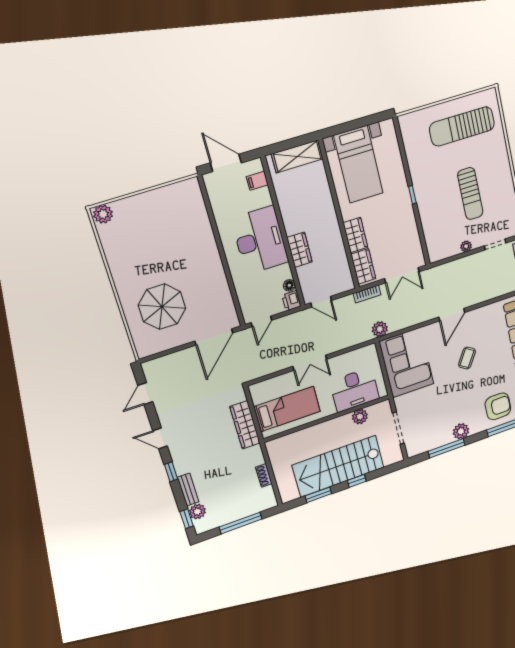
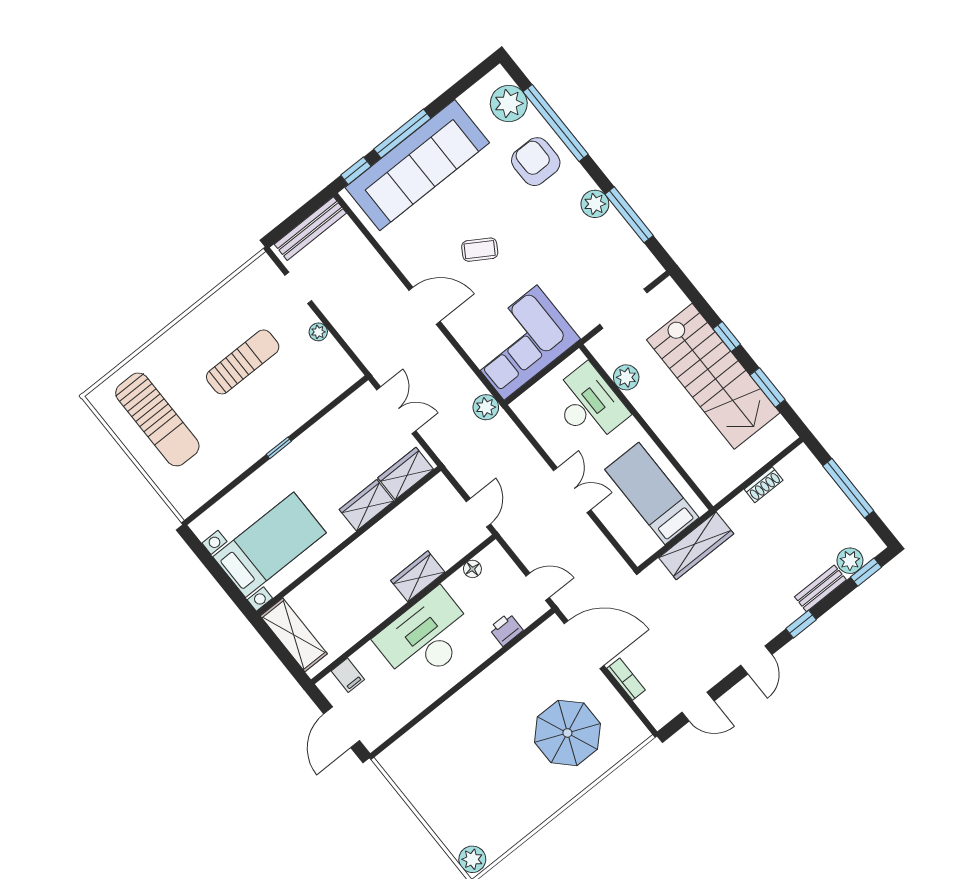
bookcase: (367, 294) -> (626, 679), moved
printer: (291, 301) -> (506, 629), moved, turned 180

